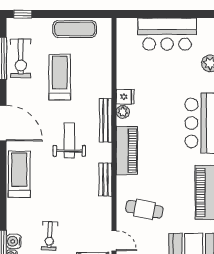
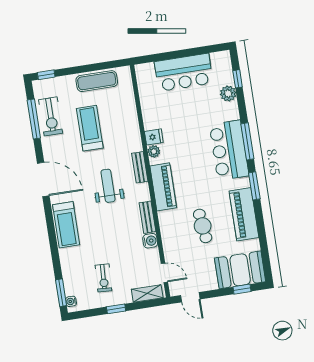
bench: (106, 120) -> (140, 167), width x0.73
treadmill: (19, 174) -> (66, 225), turned 180
cafe table: (144, 209) -> (203, 226), moved, turned 72
water cooler: (14, 241) -> (150, 241), moved, turned 180

